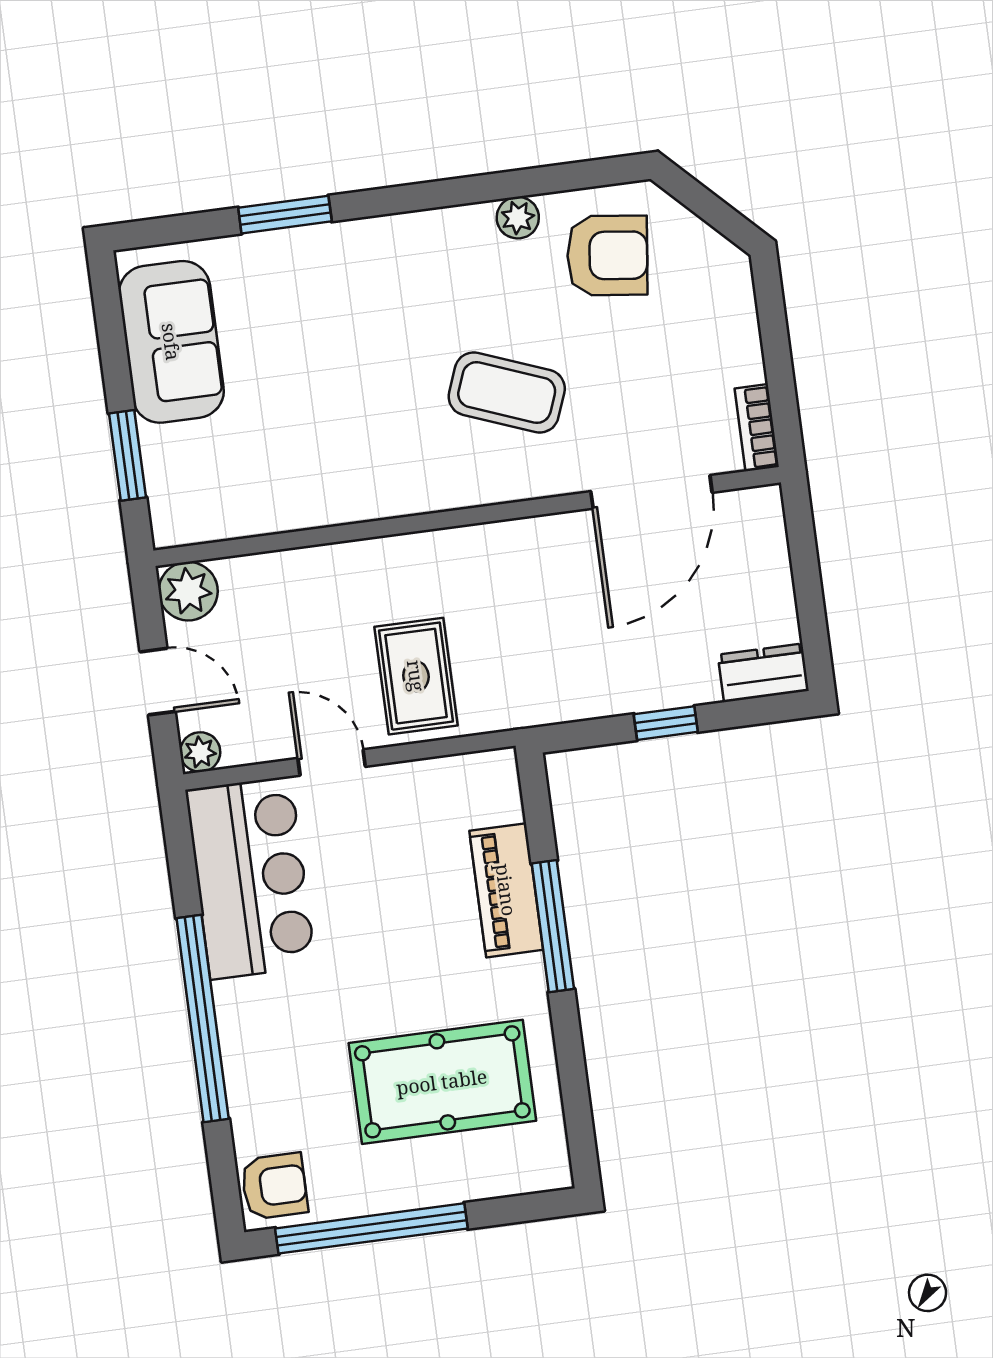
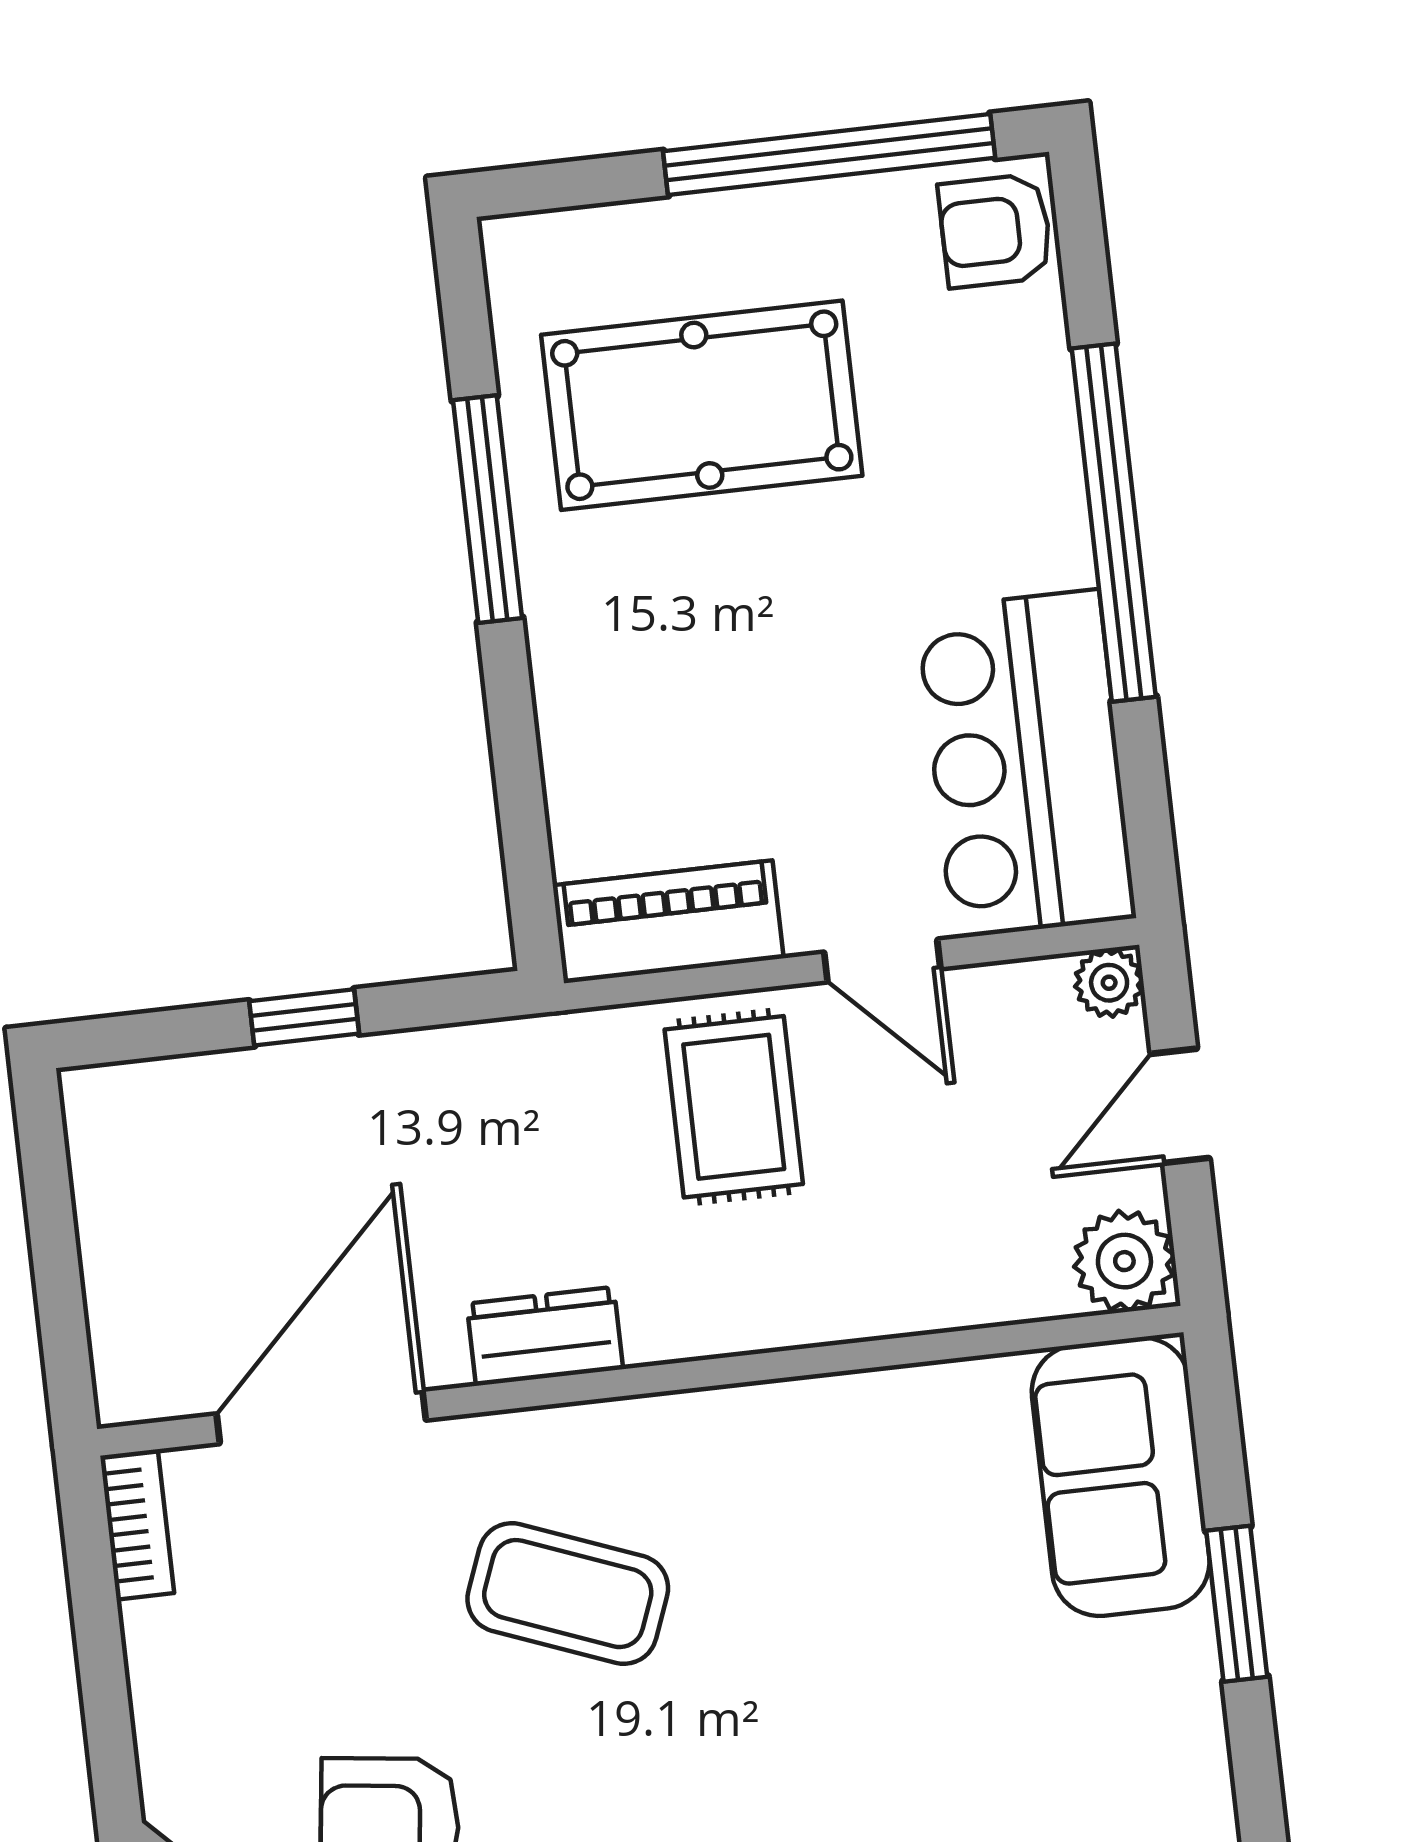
sofa: (171, 342) -> (1121, 1477), moved
window: (127, 455) -> (1237, 1604), moved
dresser: (763, 673) -> (545, 1336), moved, turned 180
door: (158, 682) -> (1180, 1106), hinge flipped
piano: (506, 890) -> (668, 922), moved, turned -90
window: (553, 926) -> (487, 509), moved

